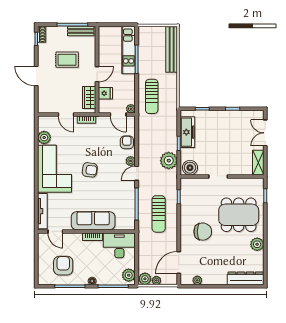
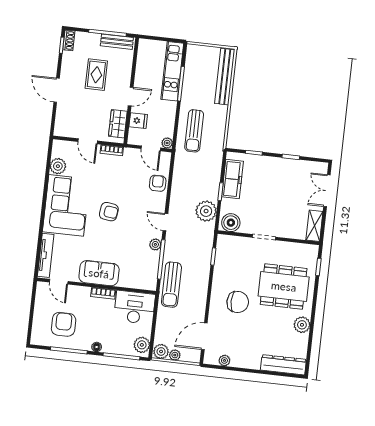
rug: (67, 60) -> (96, 75), turned 90
plant: (131, 161) -> (155, 244), moved
door: (137, 173) -> (165, 222), hinge flipped
sun lounger: (159, 214) -> (171, 285), moved
sofa: (93, 221) -> (99, 273), width x0.73

